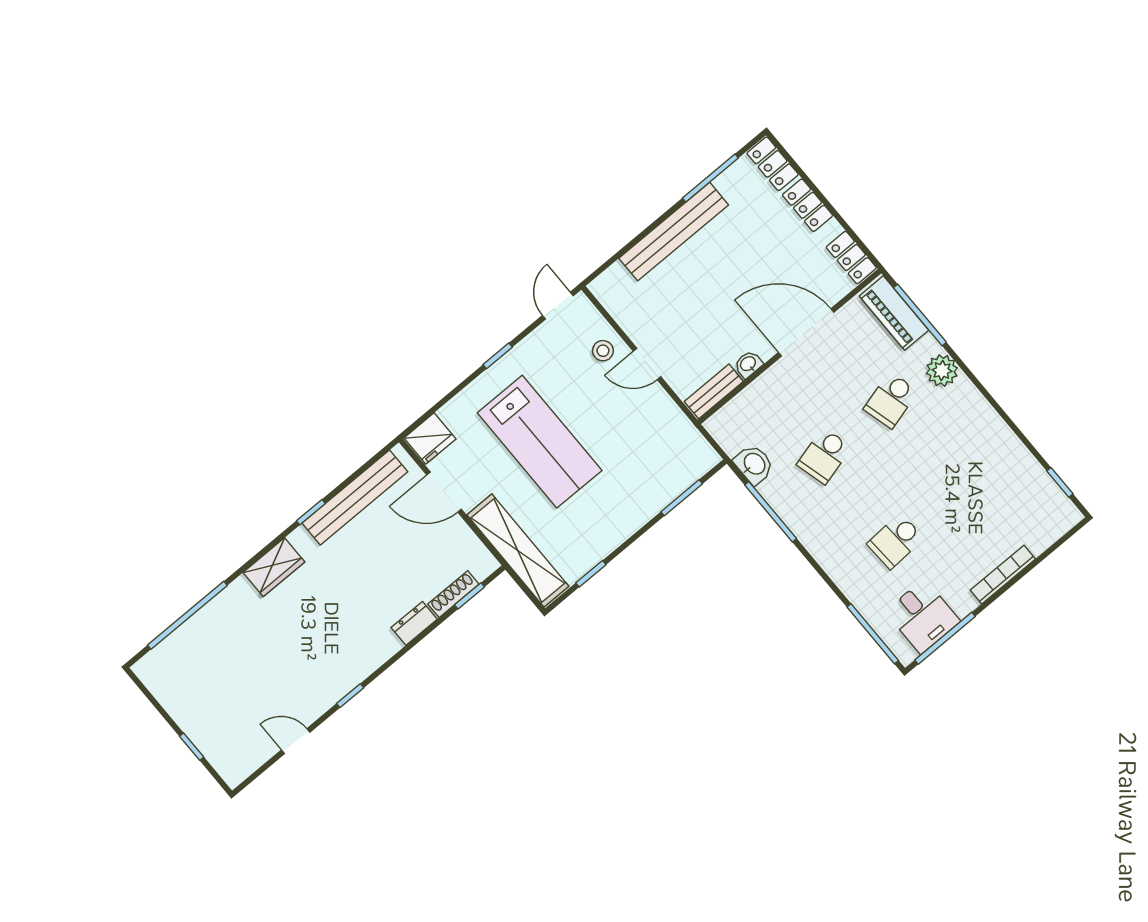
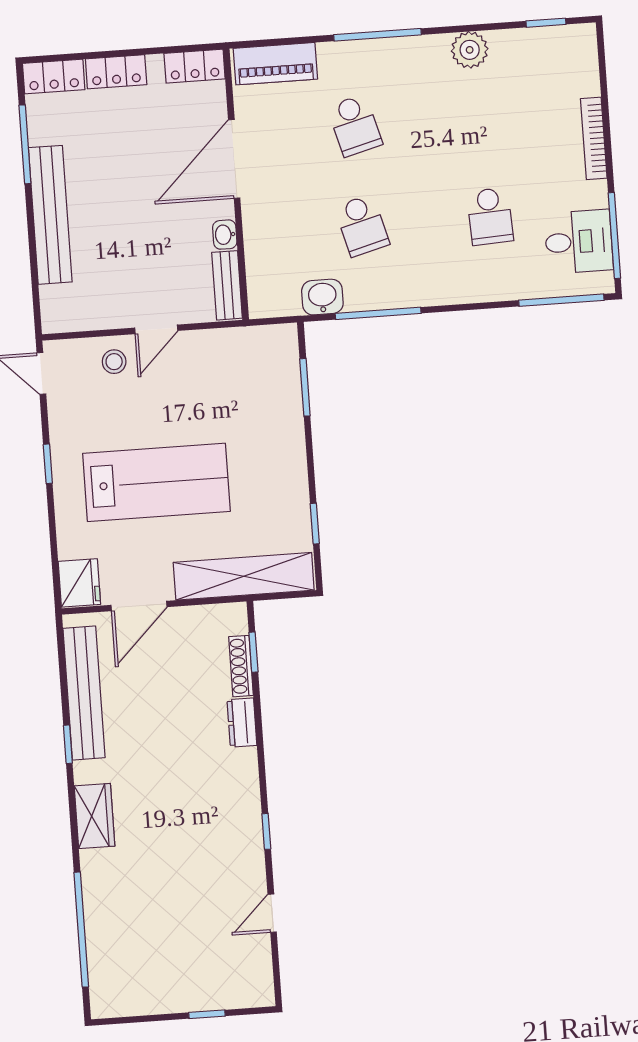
window: (920, 315) -> (378, 35), moved
plant: (942, 371) -> (470, 50), moved

